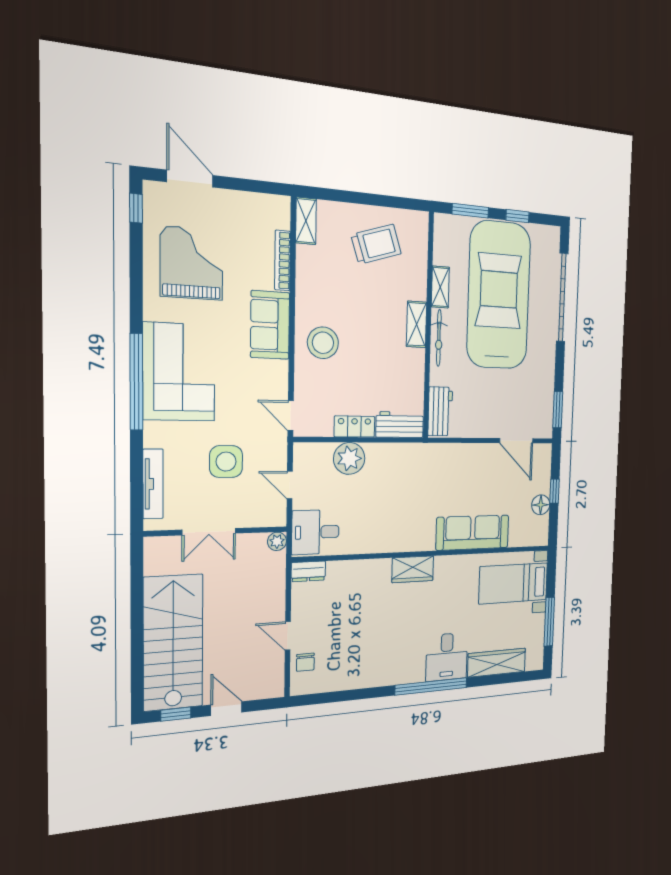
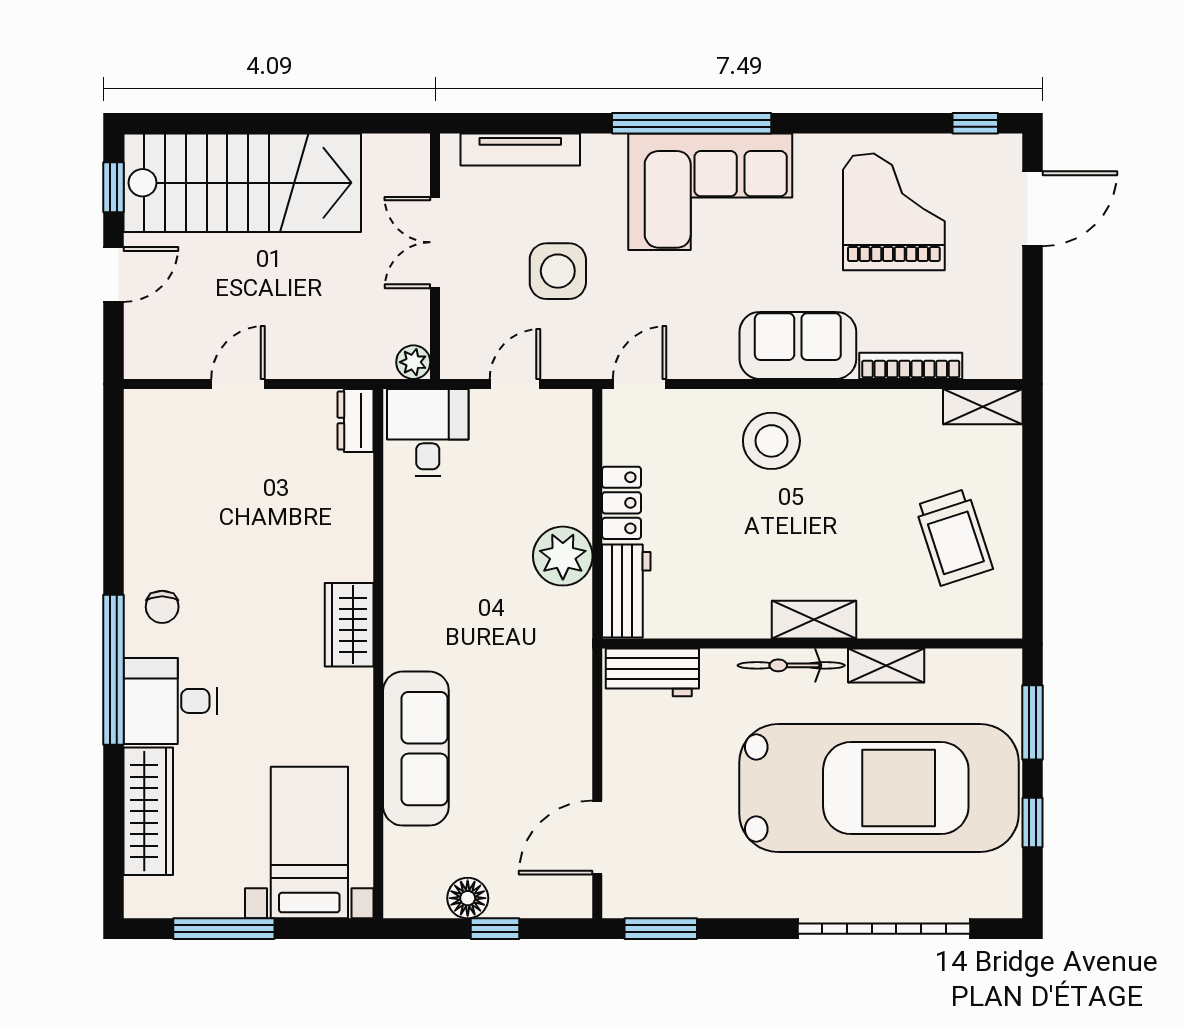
grand piano: (192, 263) -> (894, 212), turned -90
plant: (349, 458) -> (563, 556), moved
chair: (305, 662) -> (162, 607), moved, turned -90

